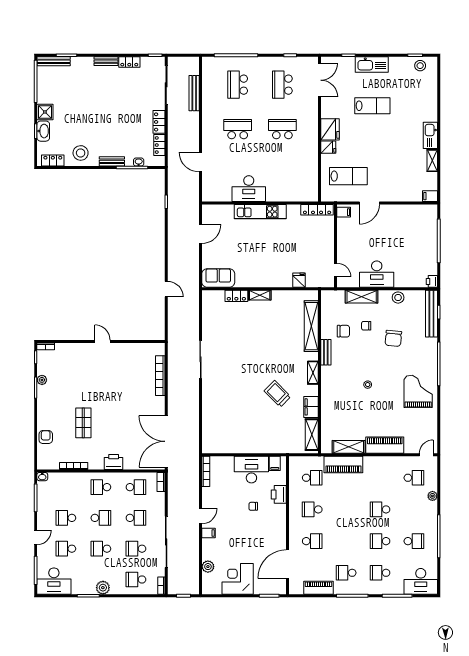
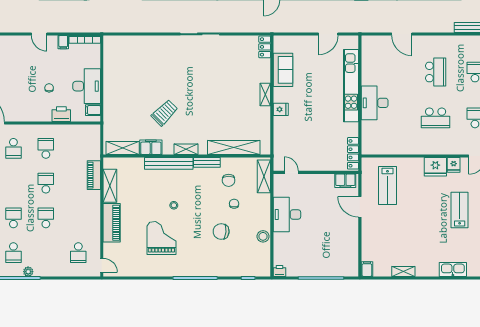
lab bench: (372, 106) -> (460, 210), turned 180
school desk: (282, 129) -> (436, 118), turned 90
kitchen sink: (430, 135) -> (453, 269), moved
fridge: (328, 147) -> (454, 165), moved
door: (200, 162) -> (402, 34), swing flipped
desk: (249, 189) -> (375, 103), moved
kitchen unit: (260, 212) -> (351, 86), width x1.36
filing cabinet: (344, 212) -> (345, 181), width x2.00
door: (200, 234) -> (328, 34), hinge flipped
door: (336, 270) -> (291, 172), swing flipped
sofa: (218, 278) -> (283, 70), moved
fridge: (299, 280) -> (281, 109), moved
locker: (236, 296) -> (265, 47), moved
shelving: (362, 297) -> (264, 176), moved
bench: (431, 314) -> (169, 163), moved
grand piano: (418, 391) -> (161, 238), moved, turned -90
piano: (343, 465) -> (94, 175), width x0.73, depth x0.75
school desk: (312, 478) -> (46, 183), moved, turned 180
plant: (432, 496) -> (28, 272), moved
filing cabinet: (208, 533) -> (63, 42), moved

